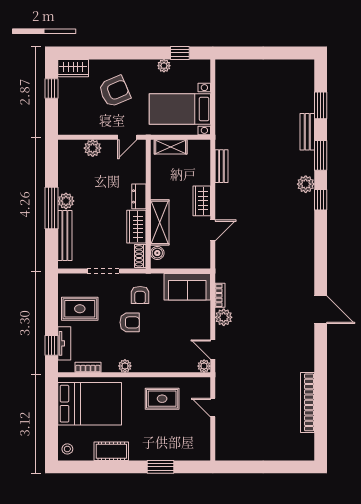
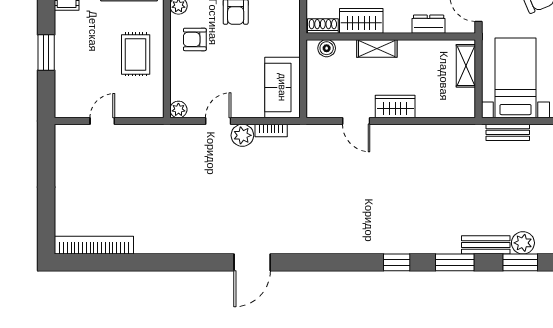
bench: (221, 166) -> (508, 132), moved
plant: (306, 184) -> (523, 243), moved
dresser: (139, 196) -> (429, 24), moved
shelving: (160, 222) -> (377, 48), width x0.67, depth x0.75
armchair: (140, 295) -> (195, 39), moved
door: (213, 350) -> (218, 121), moved
bookcase: (307, 402) -> (94, 245), moved
door: (213, 408) -> (102, 121), moved

